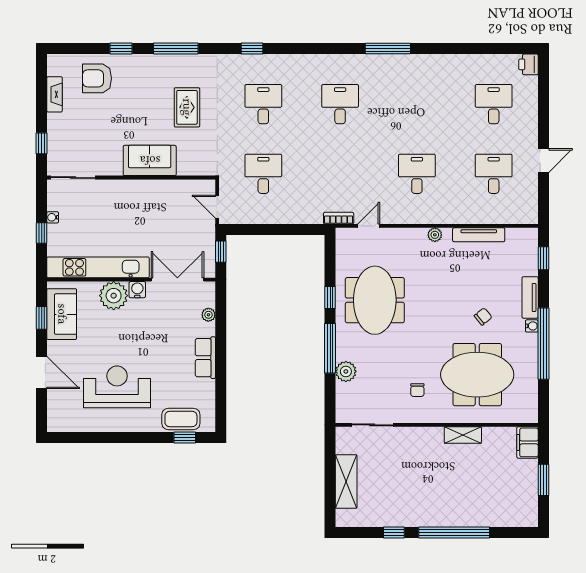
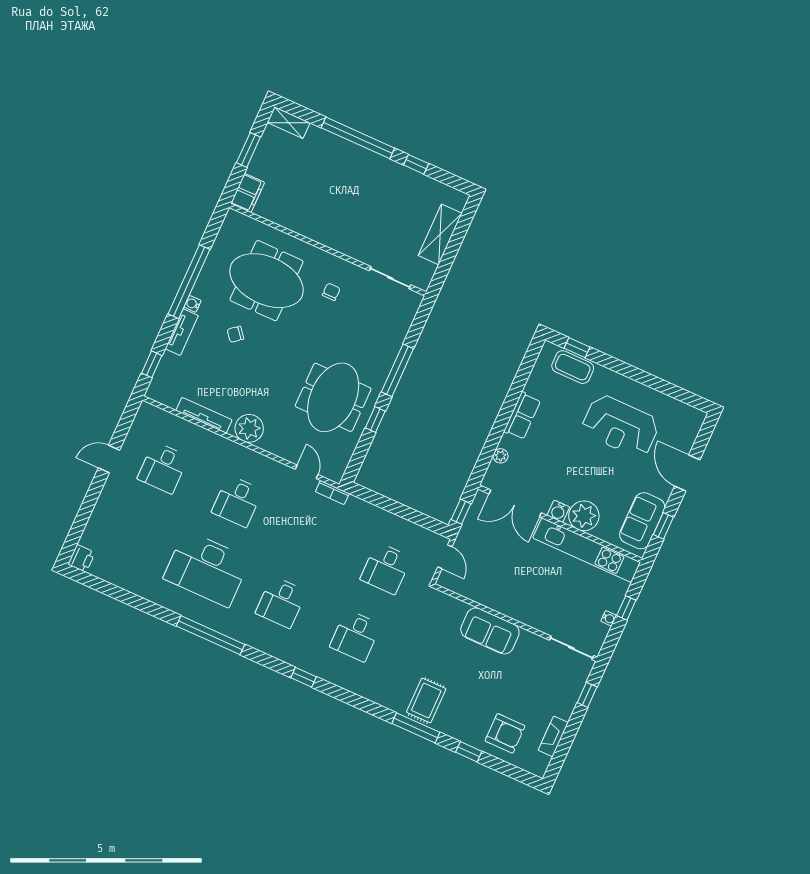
window: (252, 48) -> (304, 677), moved
window: (388, 48) -> (210, 635), width x1.46
desk: (494, 104) -> (207, 569), moved, width x1.87, depth x1.30
rug: (187, 107) -> (426, 700), moved
door: (369, 226) -> (307, 472), swing flipped
plant: (435, 235) -> (249, 428), width x1.87, depth x1.87
plant: (346, 371) -> (392, 341), removed
shelving: (463, 435) -> (289, 123), moved

